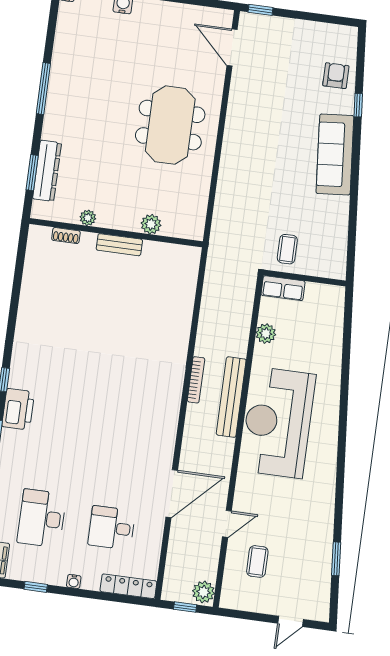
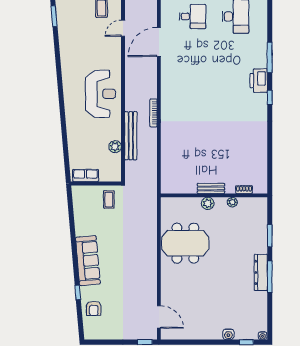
meeting table: (170, 125) -> (185, 243), moved, turned 90
dresser: (47, 171) -> (261, 272), moved
window: (32, 173) -> (270, 236), moved
plant: (151, 224) -> (208, 203), moved
row of seats: (283, 288) -> (86, 176), moved
bench: (231, 397) -> (131, 136), moved
reception desk: (278, 422) -> (100, 94), width x0.74, depth x0.77

